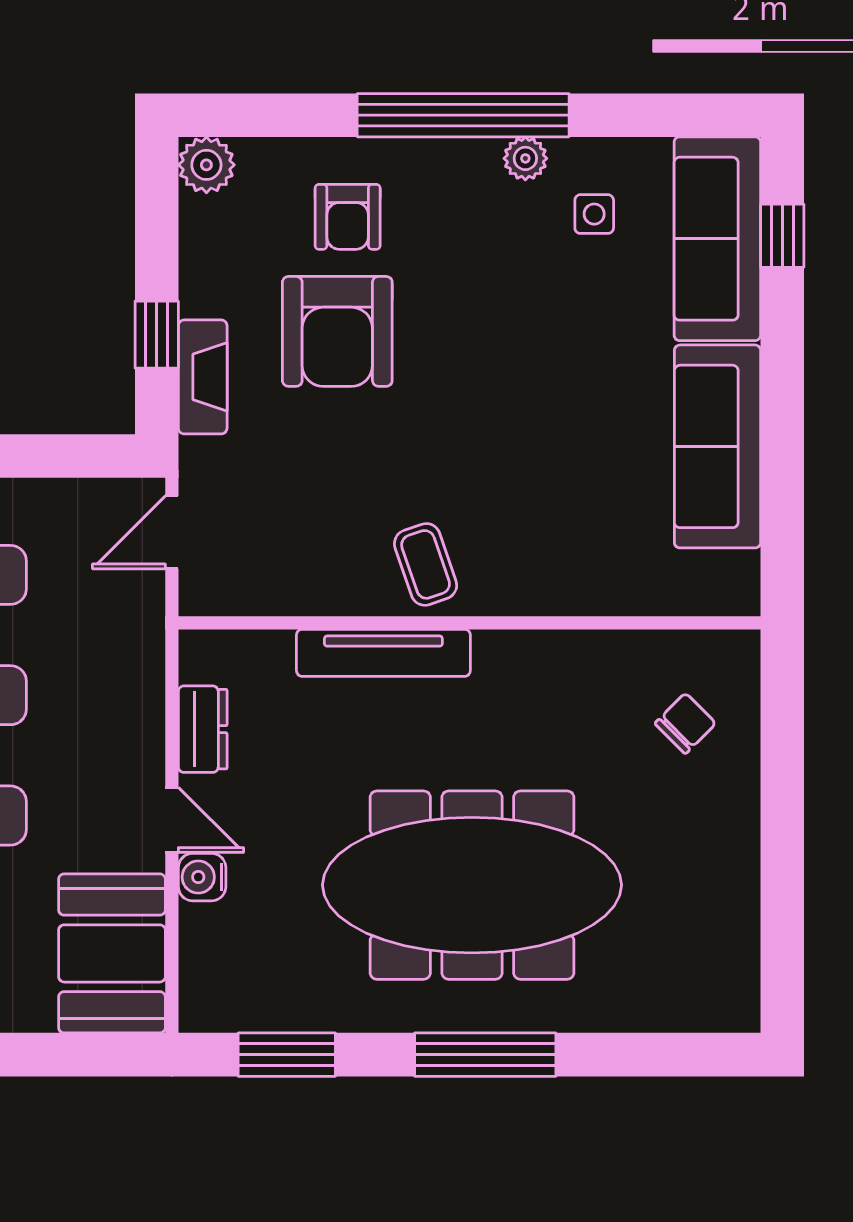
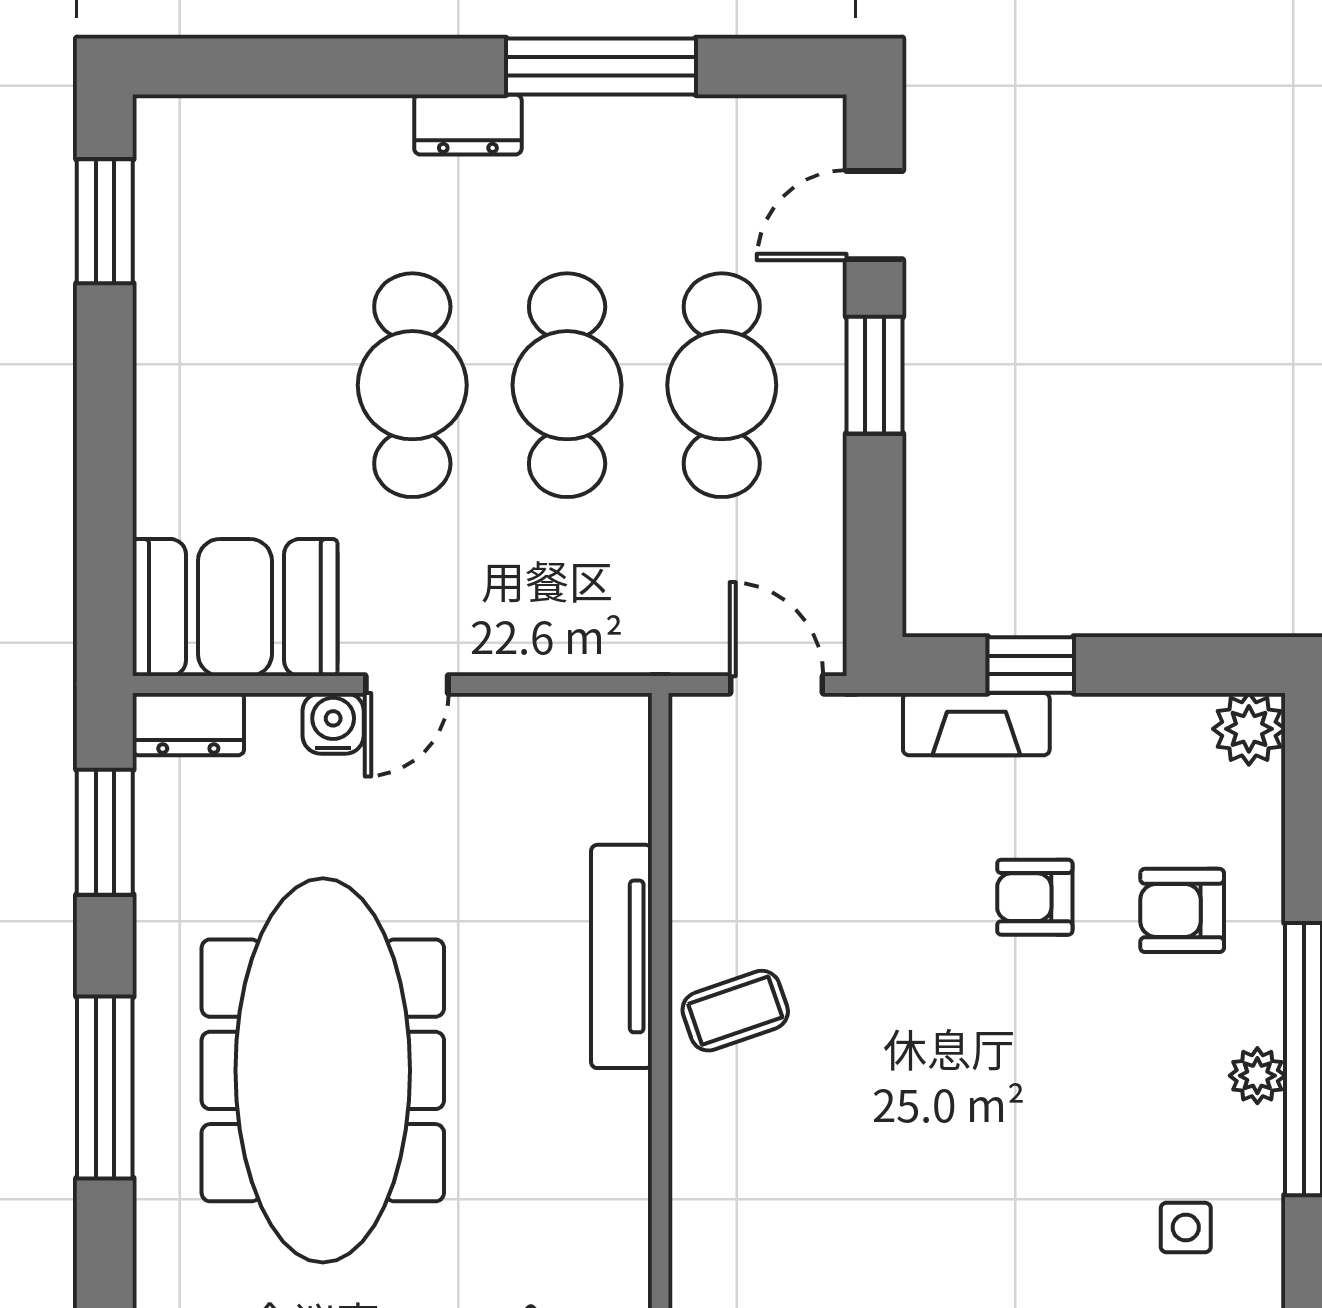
plant: (525, 158) -> (1257, 1076), moved
armchair: (337, 331) -> (1035, 897), width x0.53, depth x0.53
dresser: (203, 729) -> (188, 724), moved

